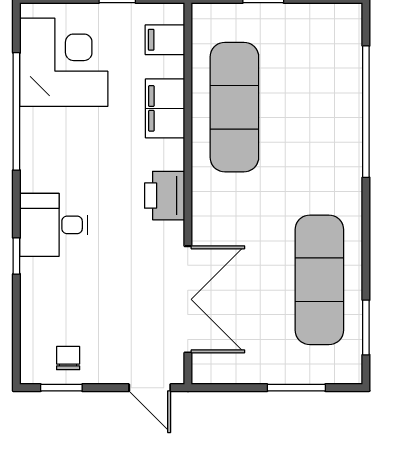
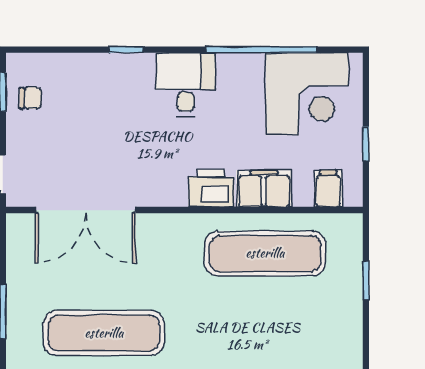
printer: (165, 196) -> (211, 188), moved
desk: (54, 225) -> (186, 85), moved

